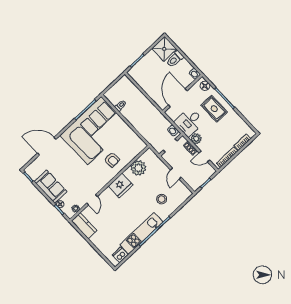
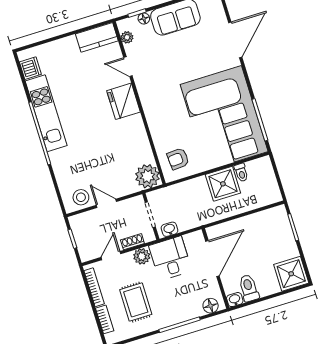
toilet: (175, 59) -> (249, 288), moved
door: (178, 98) -> (212, 259), hinge flipped
rug: (214, 109) -> (136, 302), moved, turned 90
shower: (132, 113) -> (223, 184), added
armchair: (112, 160) -> (178, 159), moved
plant: (138, 168) -> (147, 176), moved
fridge: (121, 185) -> (123, 101), moved
stool: (162, 199) -> (81, 197), moved

